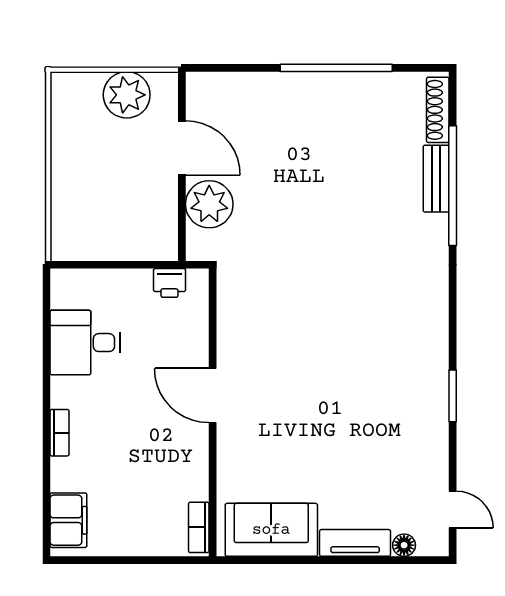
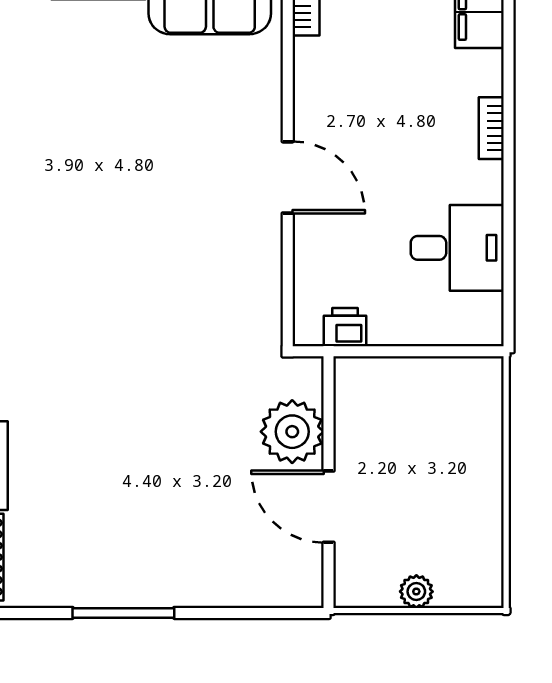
window: (336, 68) -> (123, 613), width x0.68
plant: (127, 95) -> (416, 592), width x0.53, depth x0.53

